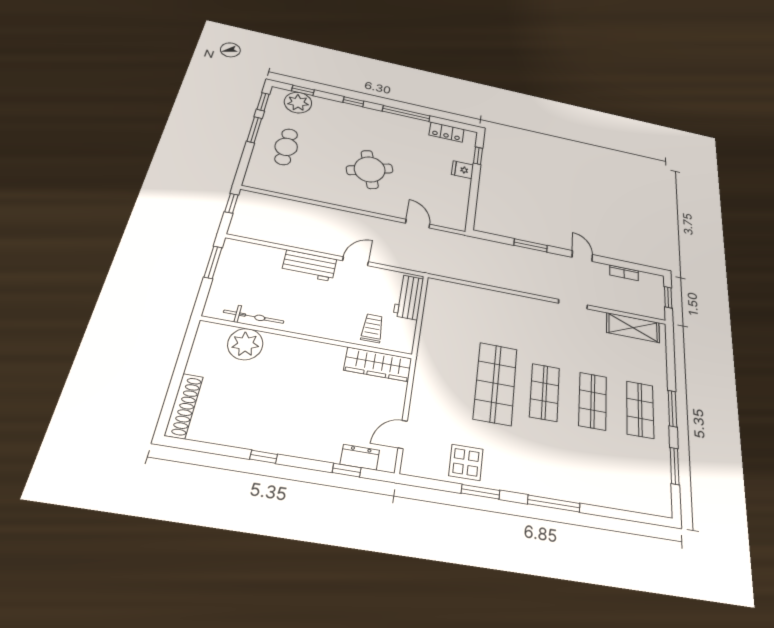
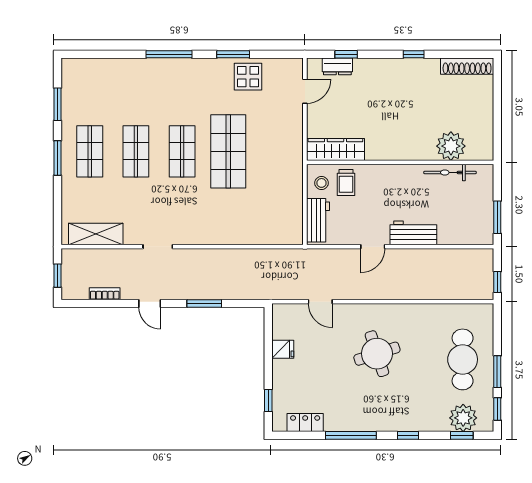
cafe table: (286, 147) -> (463, 359), width x1.37, depth x1.35
fridge: (463, 170) -> (283, 349), moved
stool: (399, 333) -> (321, 183), added
shoe rack: (184, 406) -> (467, 66), moved, turned -90

